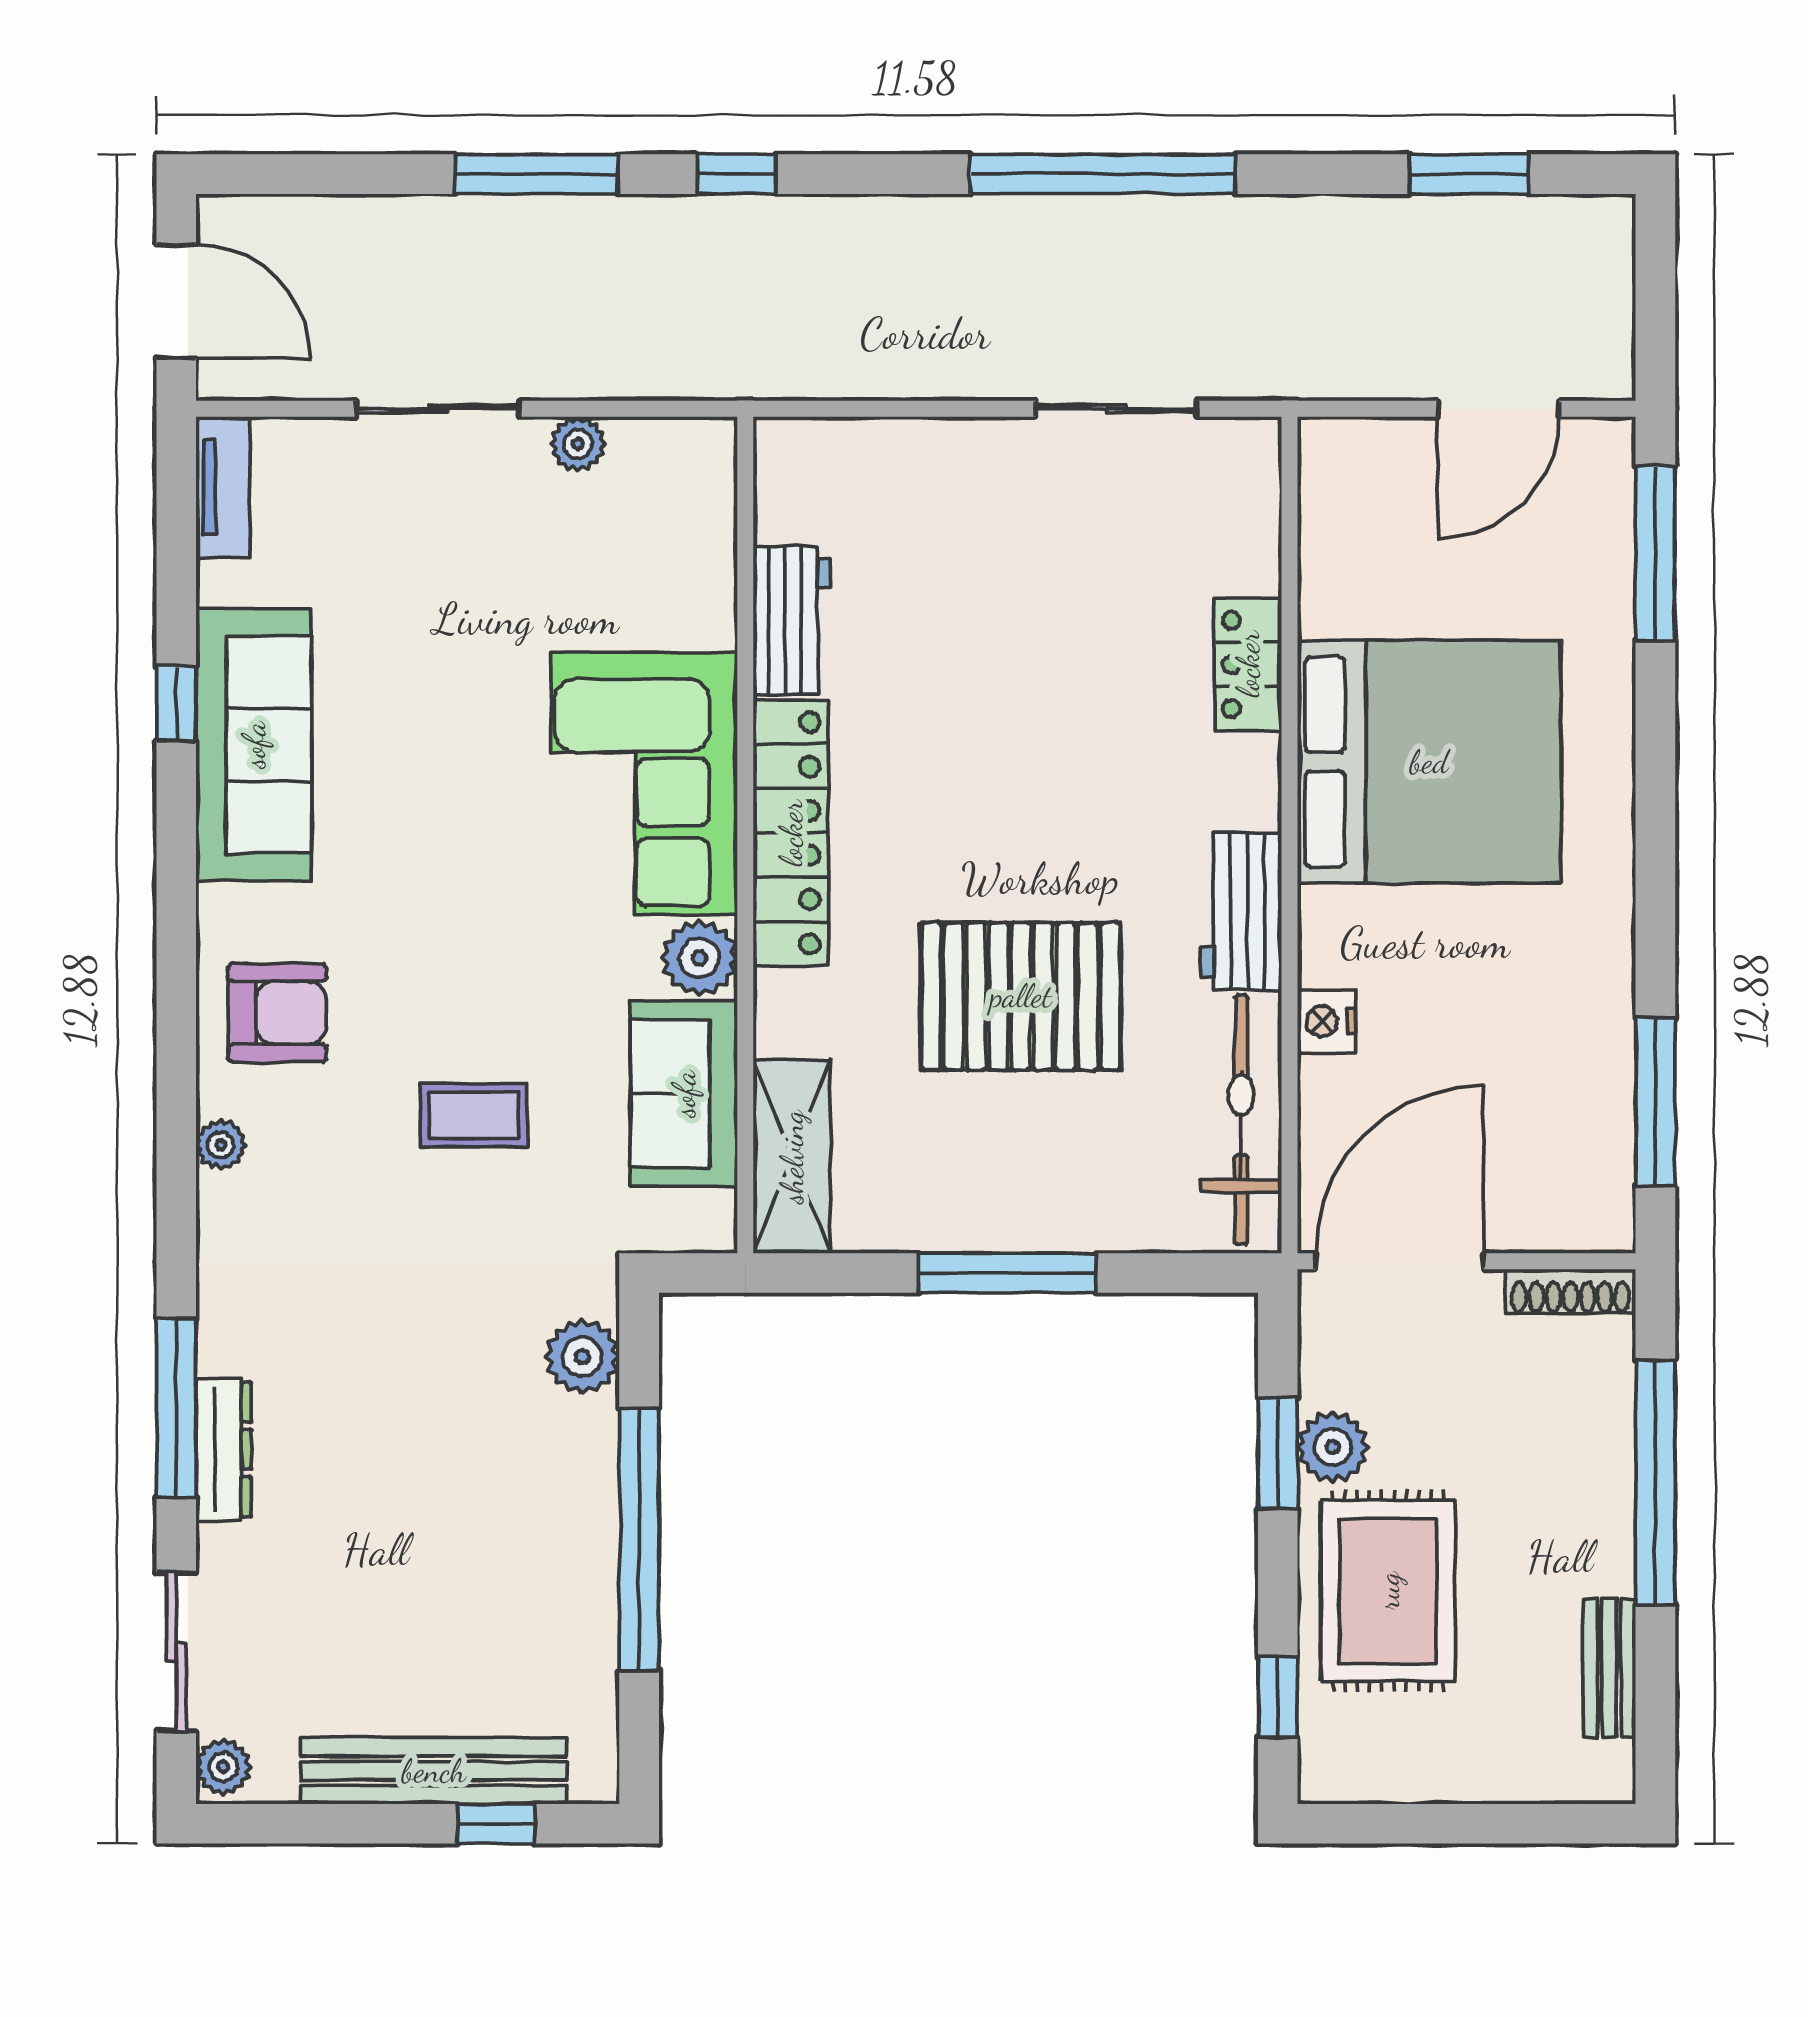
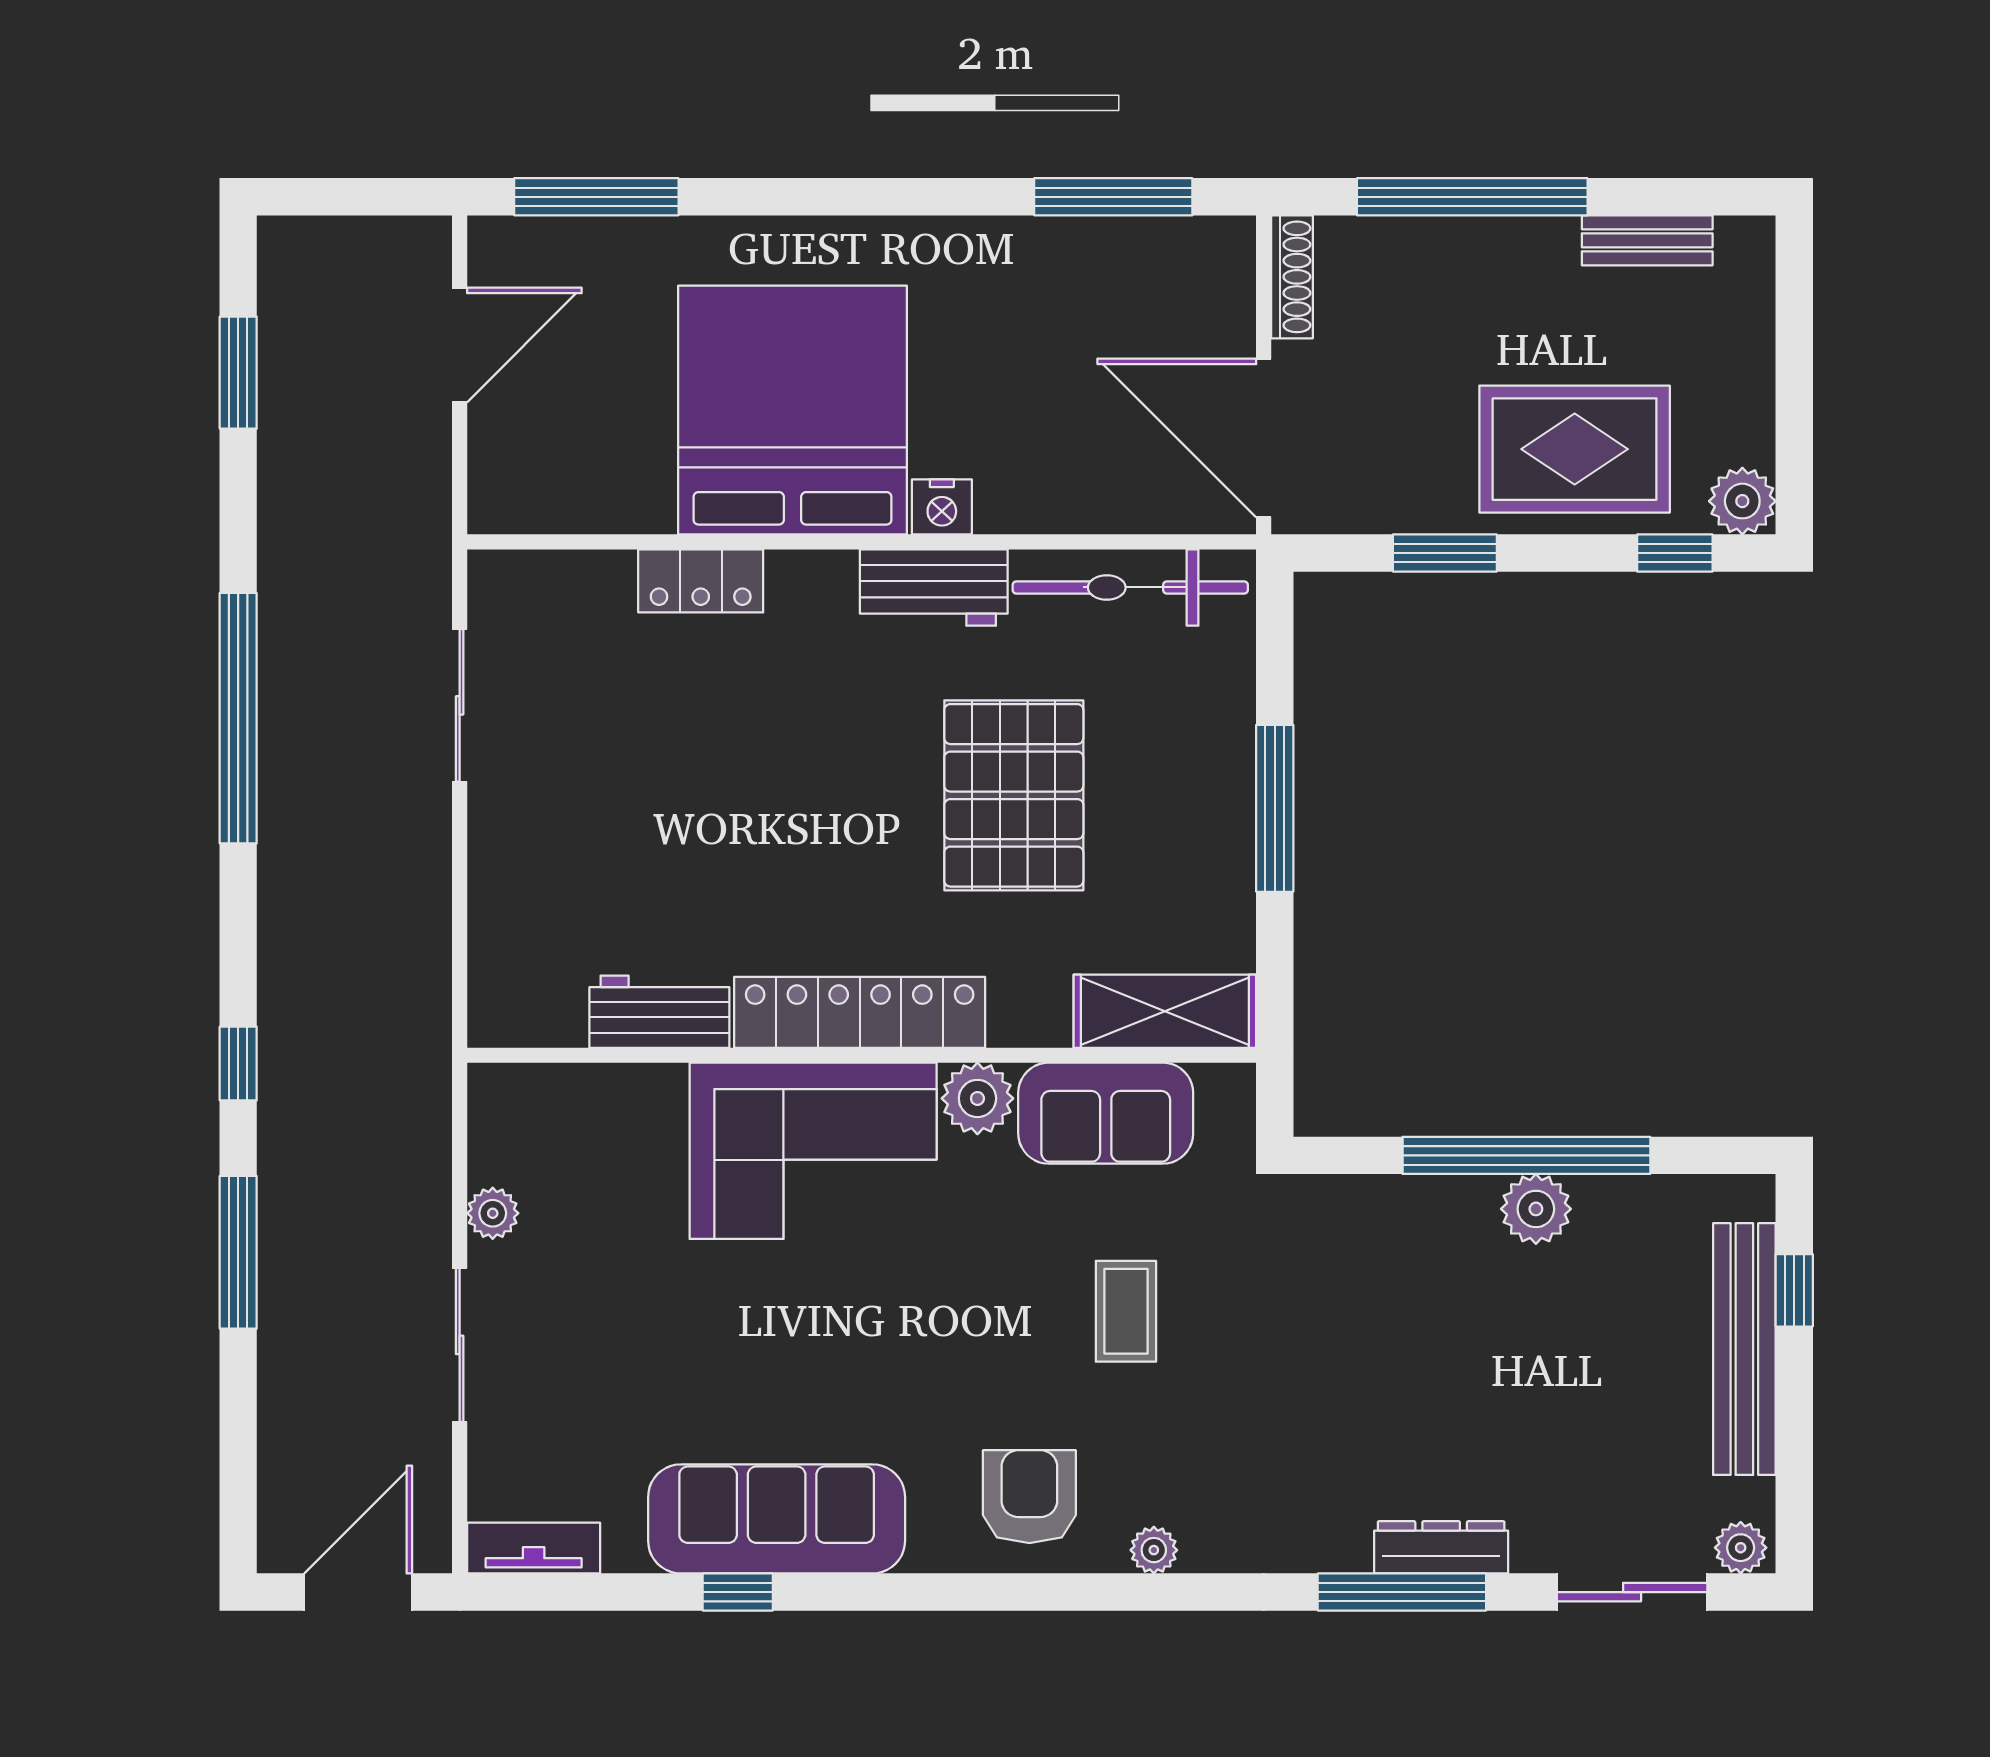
door: (1498, 409) -> (460, 345), hinge flipped
nightstand: (1327, 1022) -> (942, 507), moved
plant: (582, 1357) -> (1536, 1209), moved
plant: (1333, 1447) -> (1742, 501), moved

